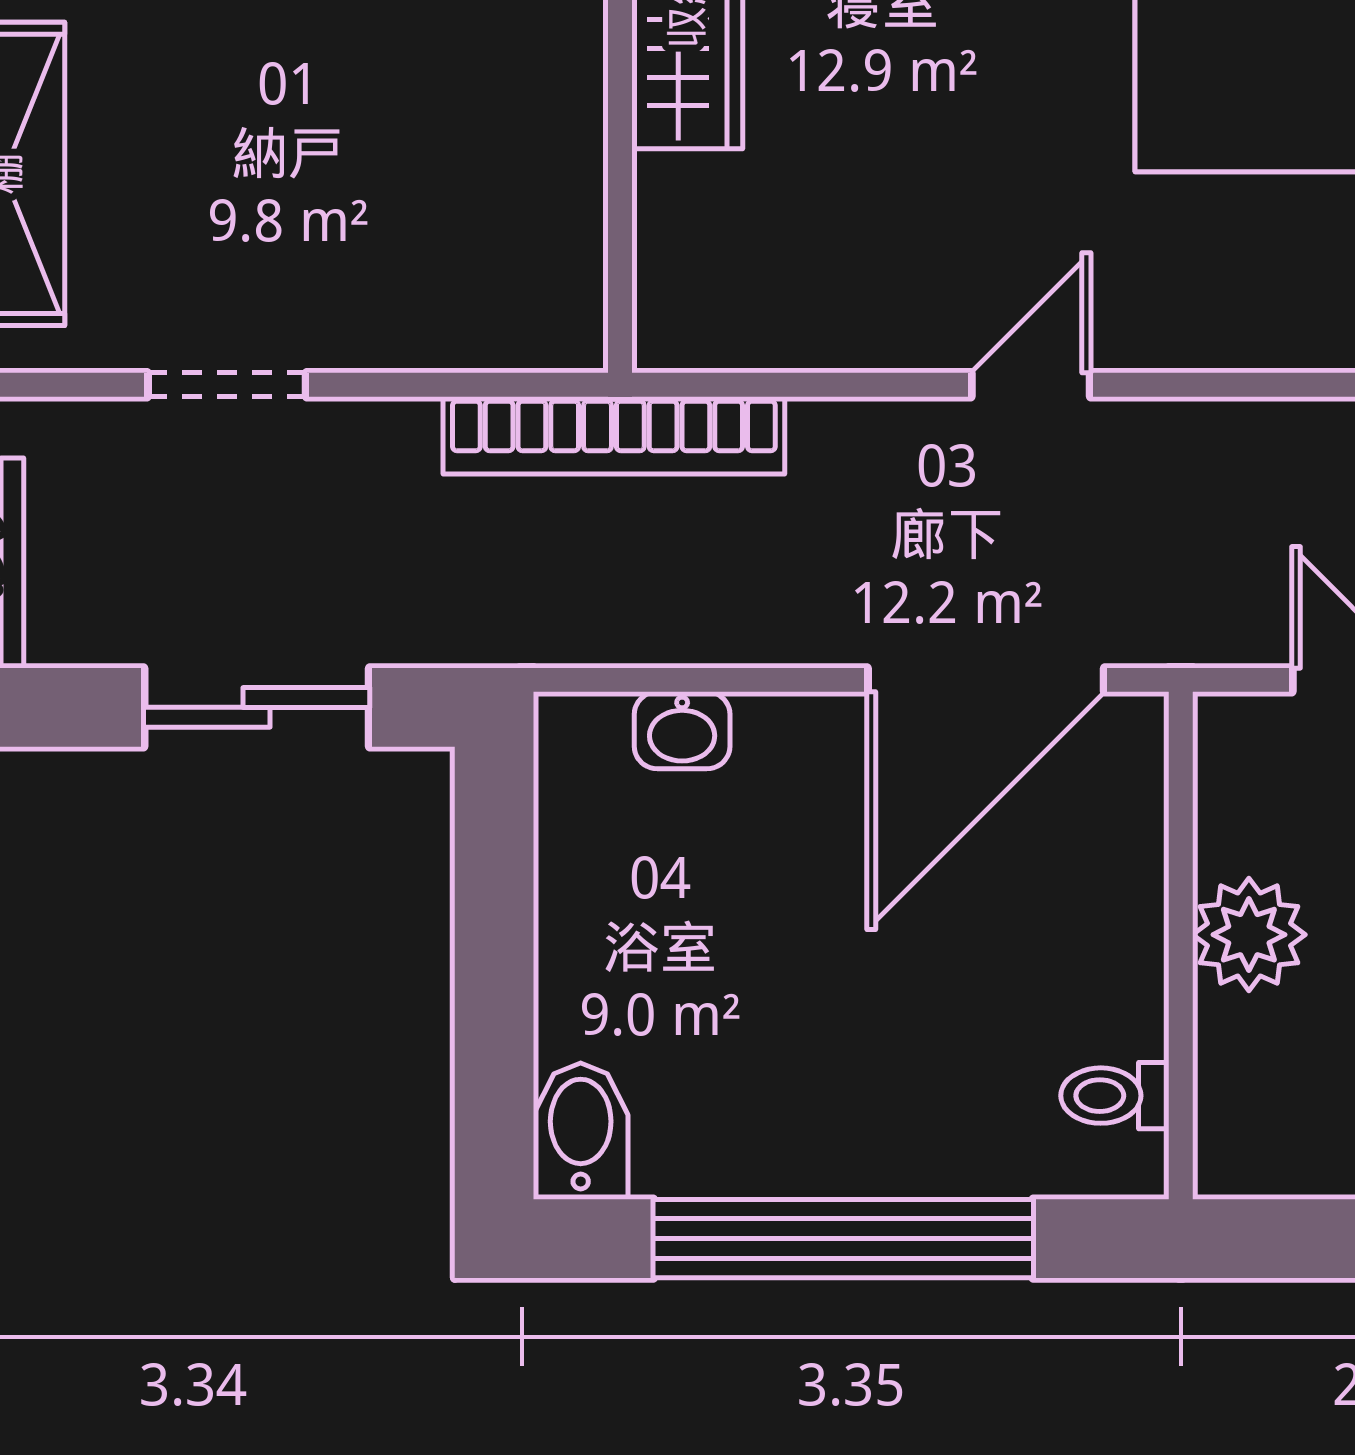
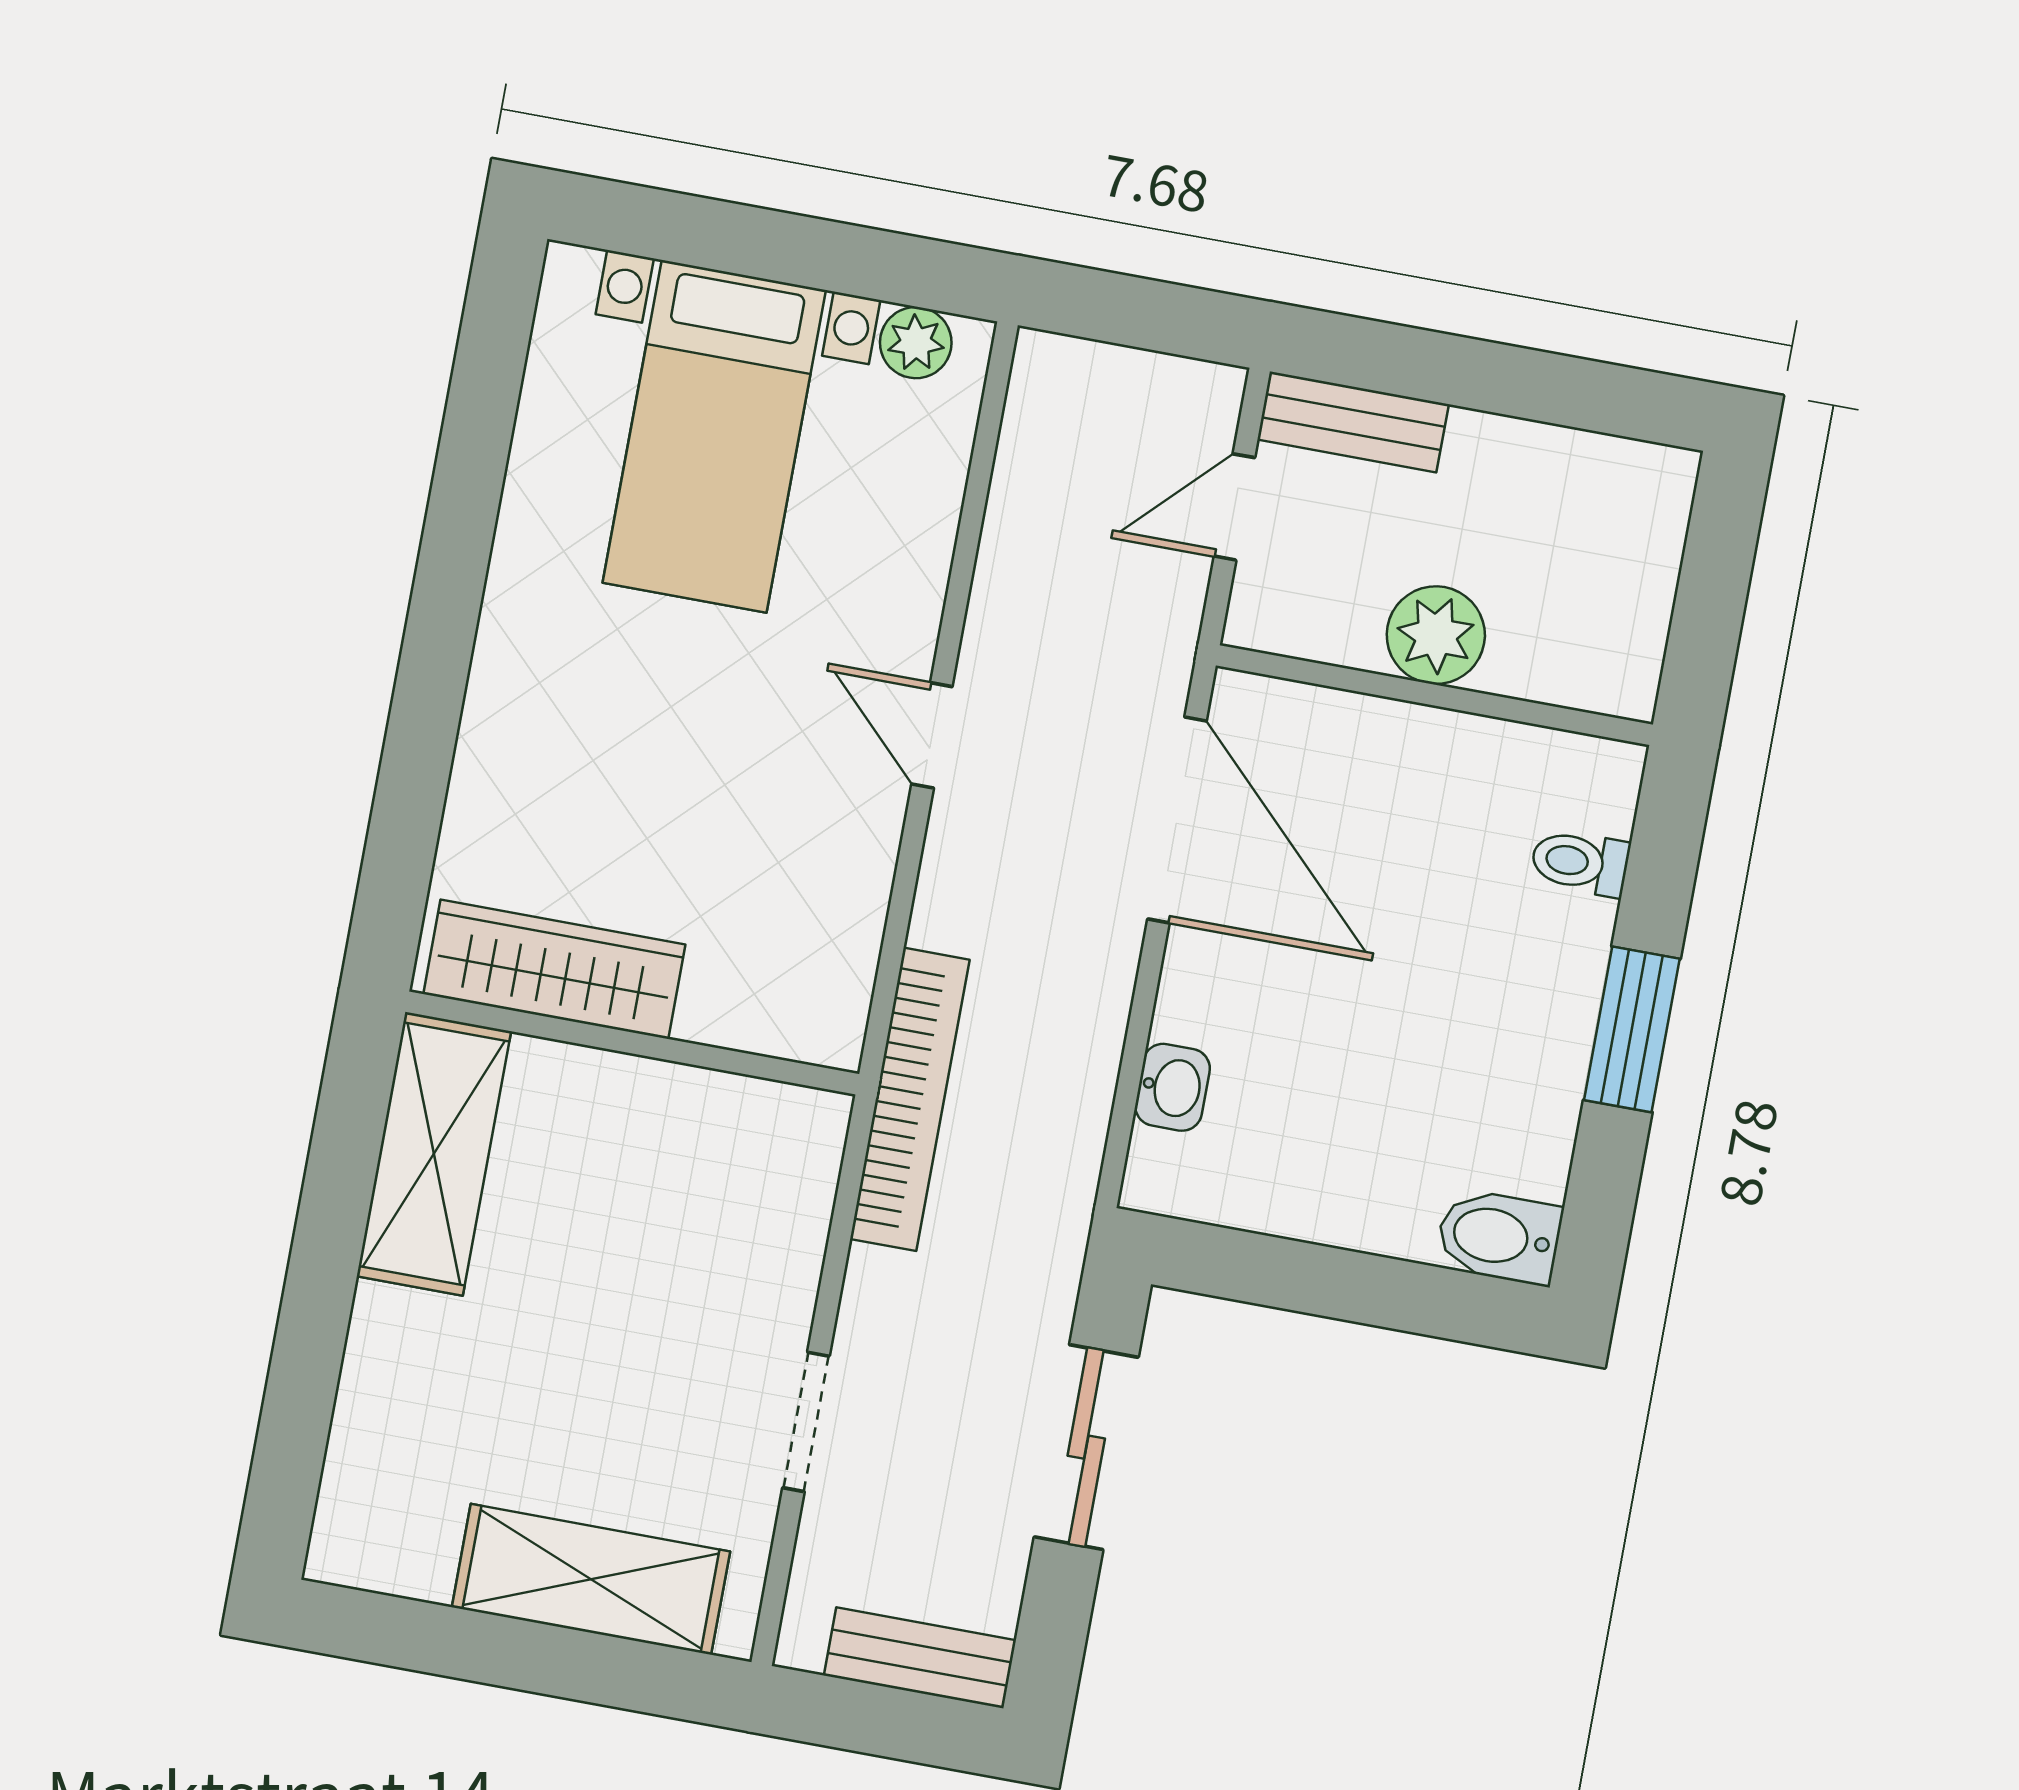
toilet: (1115, 1096) -> (1580, 862), moved, turned 90
window: (843, 1239) -> (1632, 1029), width x0.47

